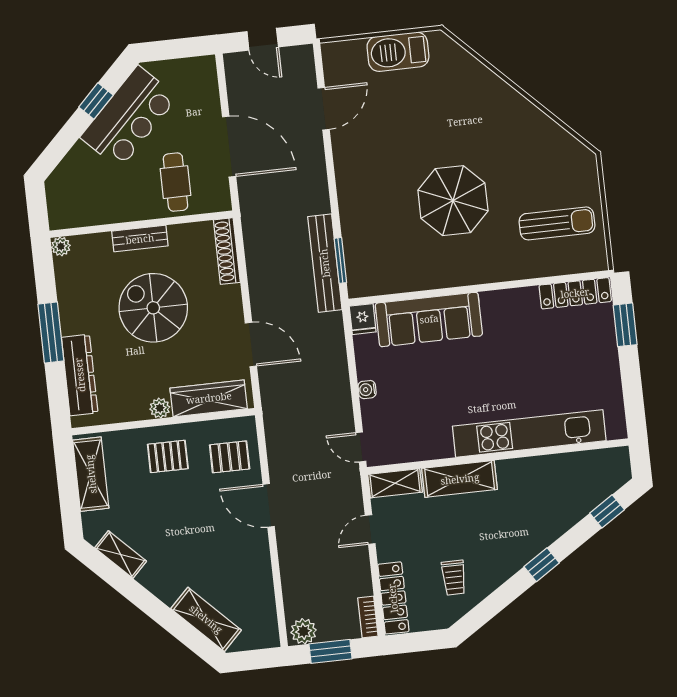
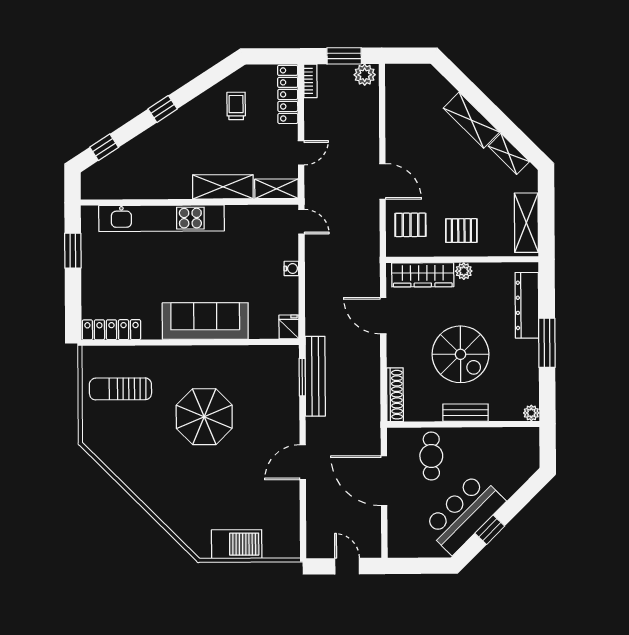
door: (324, 109) -> (303, 462), moved
sofa: (429, 319) -> (205, 321), moved
window: (625, 325) -> (73, 251), moved
shelving: (206, 619) -> (471, 120), moved

